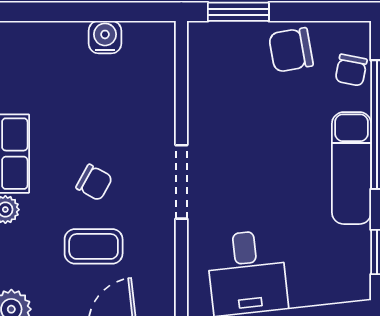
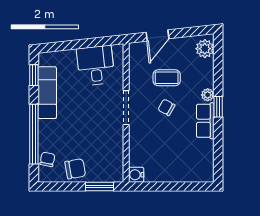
water cooler: (105, 37) -> (136, 175), moved, turned 90
exam couch: (352, 168) -> (47, 93), moved

